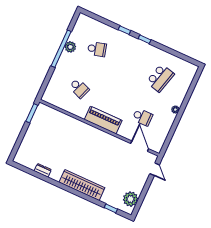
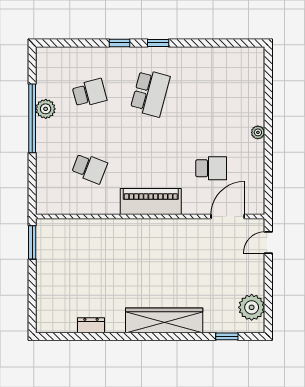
school desk: (160, 78) -> (150, 93), moved
door: (140, 146) -> (228, 217), hinge flipped
door: (155, 169) -> (268, 242), swing flipped

